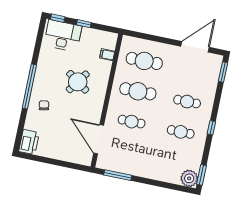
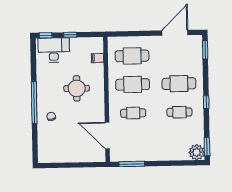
round table: (78, 82) -> (77, 88), turned -35
cafe table: (187, 102) -> (179, 84), width x1.37, depth x1.35
printer: (29, 142) -> (45, 152), removed

